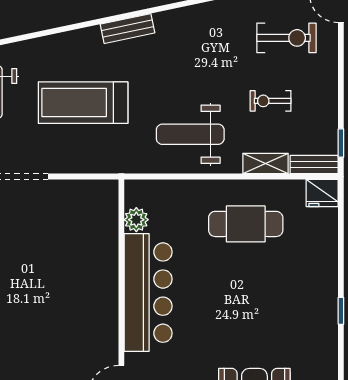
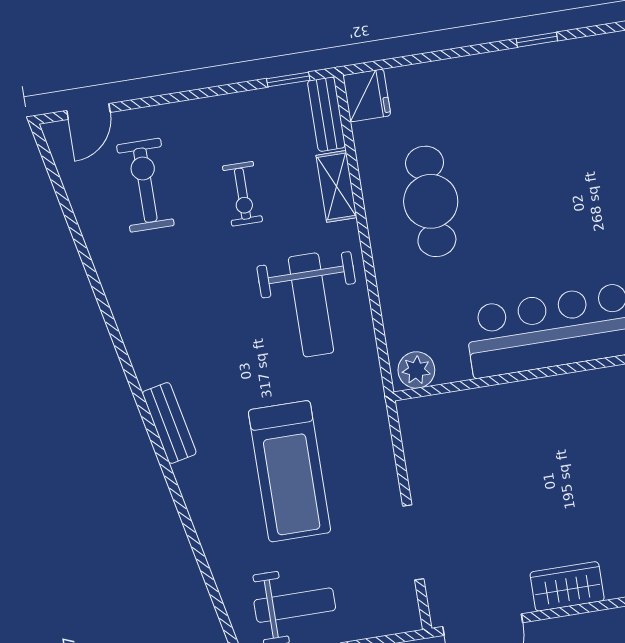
plant: (136, 220) -> (416, 370), moved

